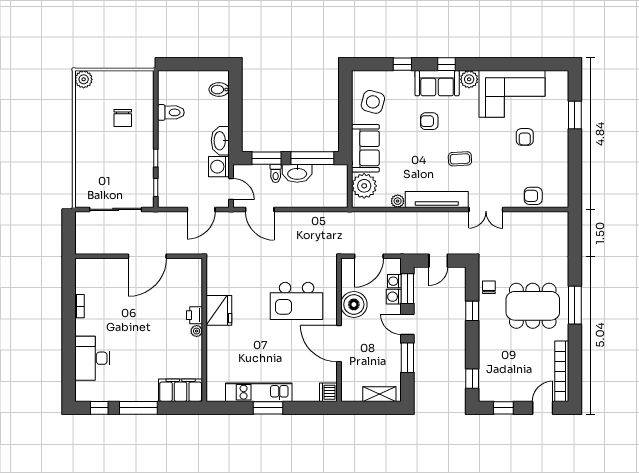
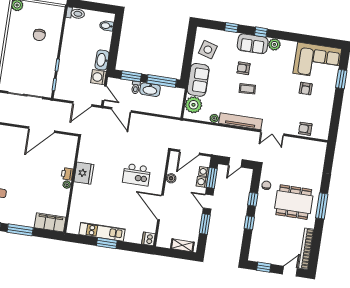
corner sofa: (512, 94) -> (317, 61), moved
toilet: (171, 112) -> (75, 13), moved
coffee table: (460, 159) -> (247, 89), moved
kitchen island: (297, 301) -> (137, 175), width x0.73, depth x0.78
boiler: (354, 304) -> (171, 178), width x0.54, depth x0.54
window: (472, 379) -> (249, 223), moved

